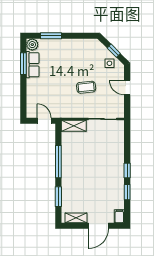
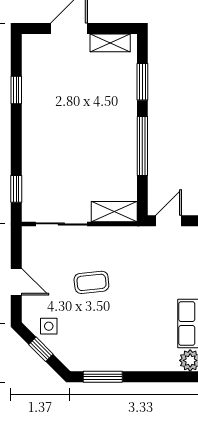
window: (51, 36) -> (103, 377), moved
door: (44, 121) -> (169, 221), swing flipped
window: (127, 170) -> (16, 189), moved
filing cabinet: (119, 216) -> (31, 46), removed

